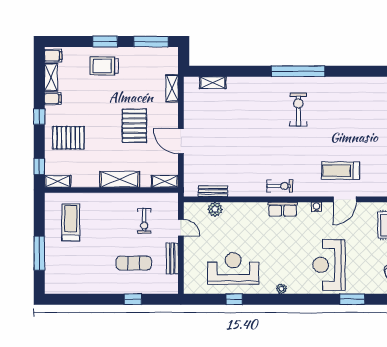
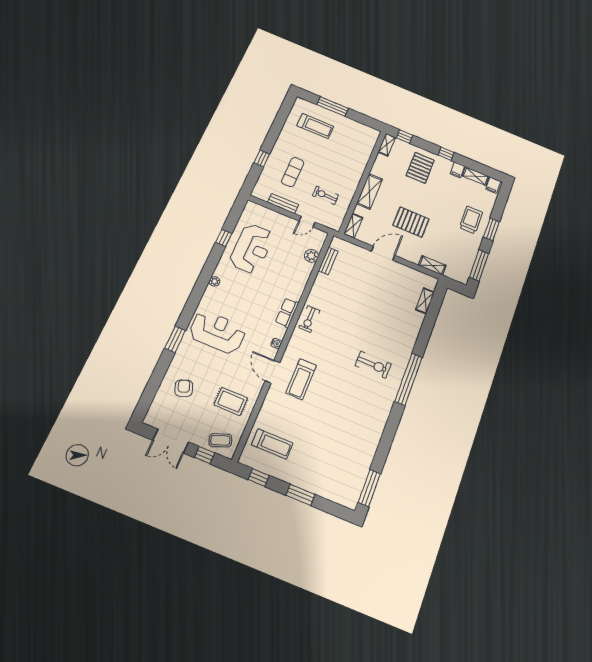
treadmill: (341, 171) -> (301, 379), turned 180
treadmill: (71, 222) -> (315, 126), moved

